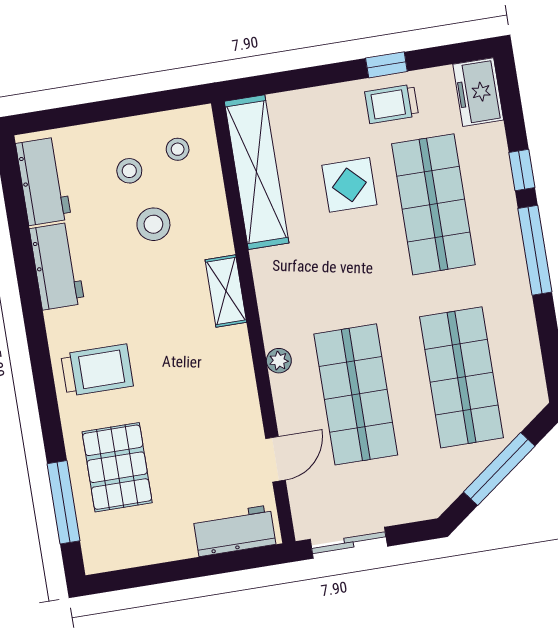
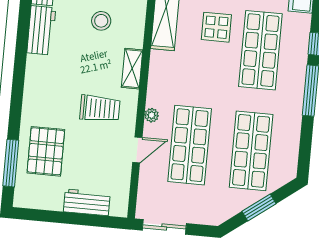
trolley: (97, 370) -> (100, 108), moved
door: (276, 459) -> (137, 150), moved
window: (499, 469) -> (259, 208), width x0.69
workbench: (234, 531) -> (87, 202), moved

